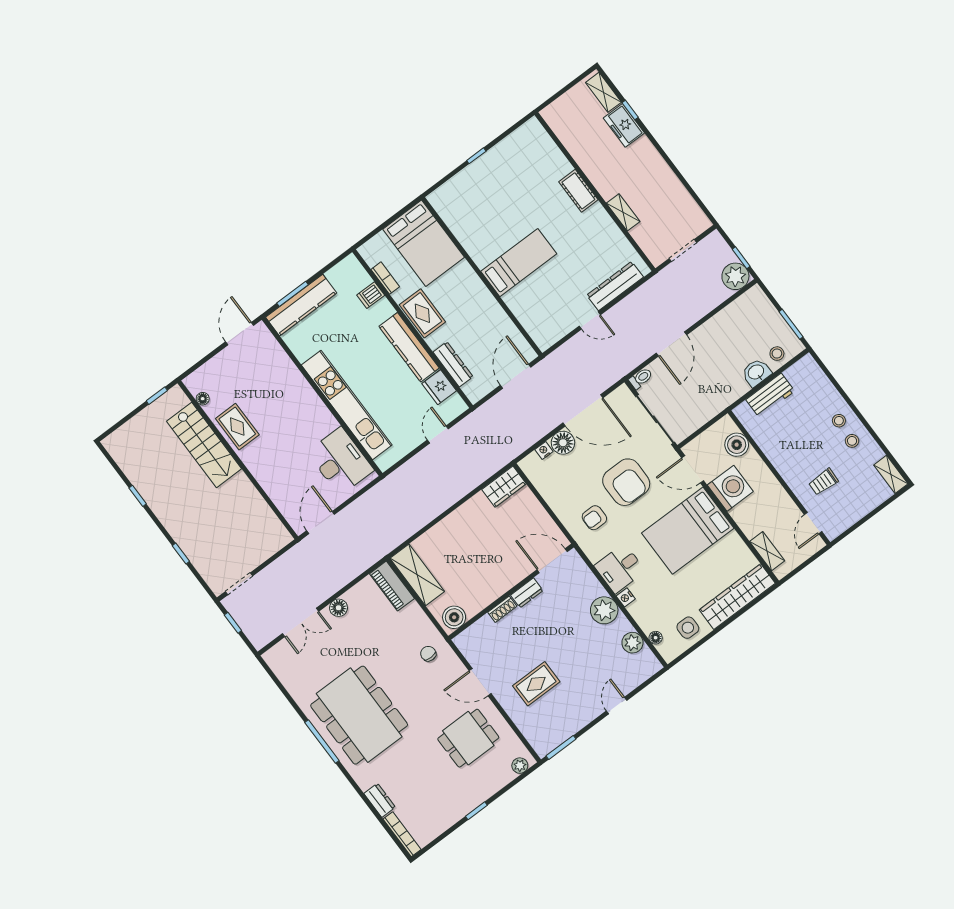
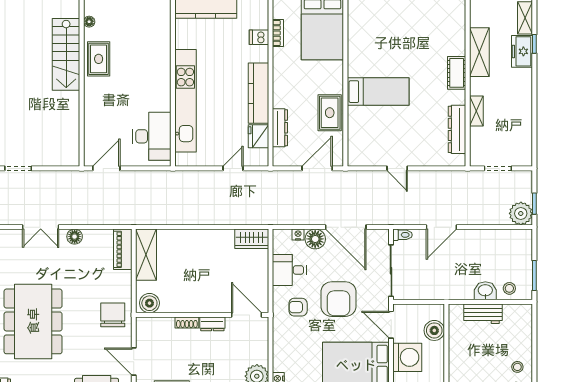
shelving: (585, 156) -> (479, 52), added
dresser: (615, 286) -> (457, 129), moved, turned -90
rug: (422, 313) -> (330, 113), moved
desk: (620, 568) -> (289, 270), moved
chair: (428, 654) -> (113, 315), width x1.87, depth x1.87

